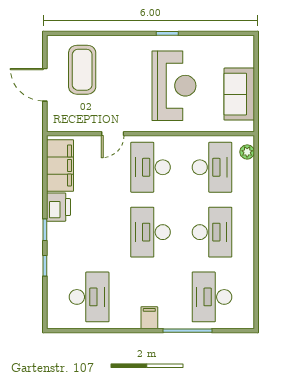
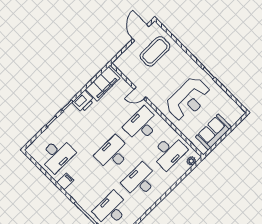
door: (45, 85) -> (141, 33), moved
desk: (212, 232) -> (140, 181), turned 180
filing cabinet: (149, 318) -> (65, 181), moved

